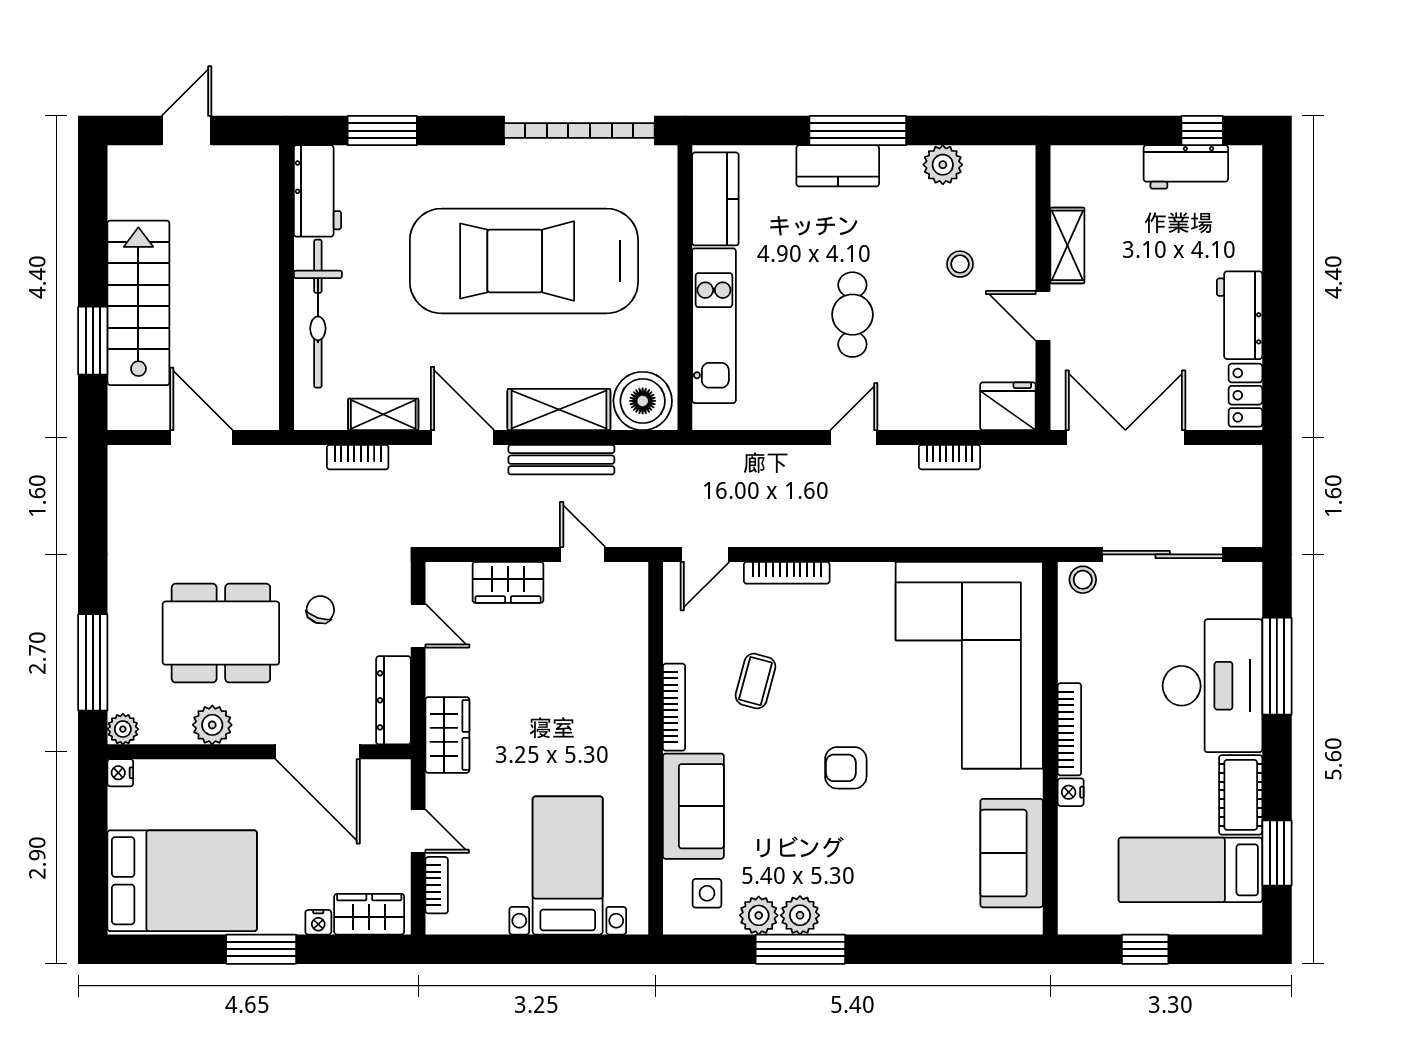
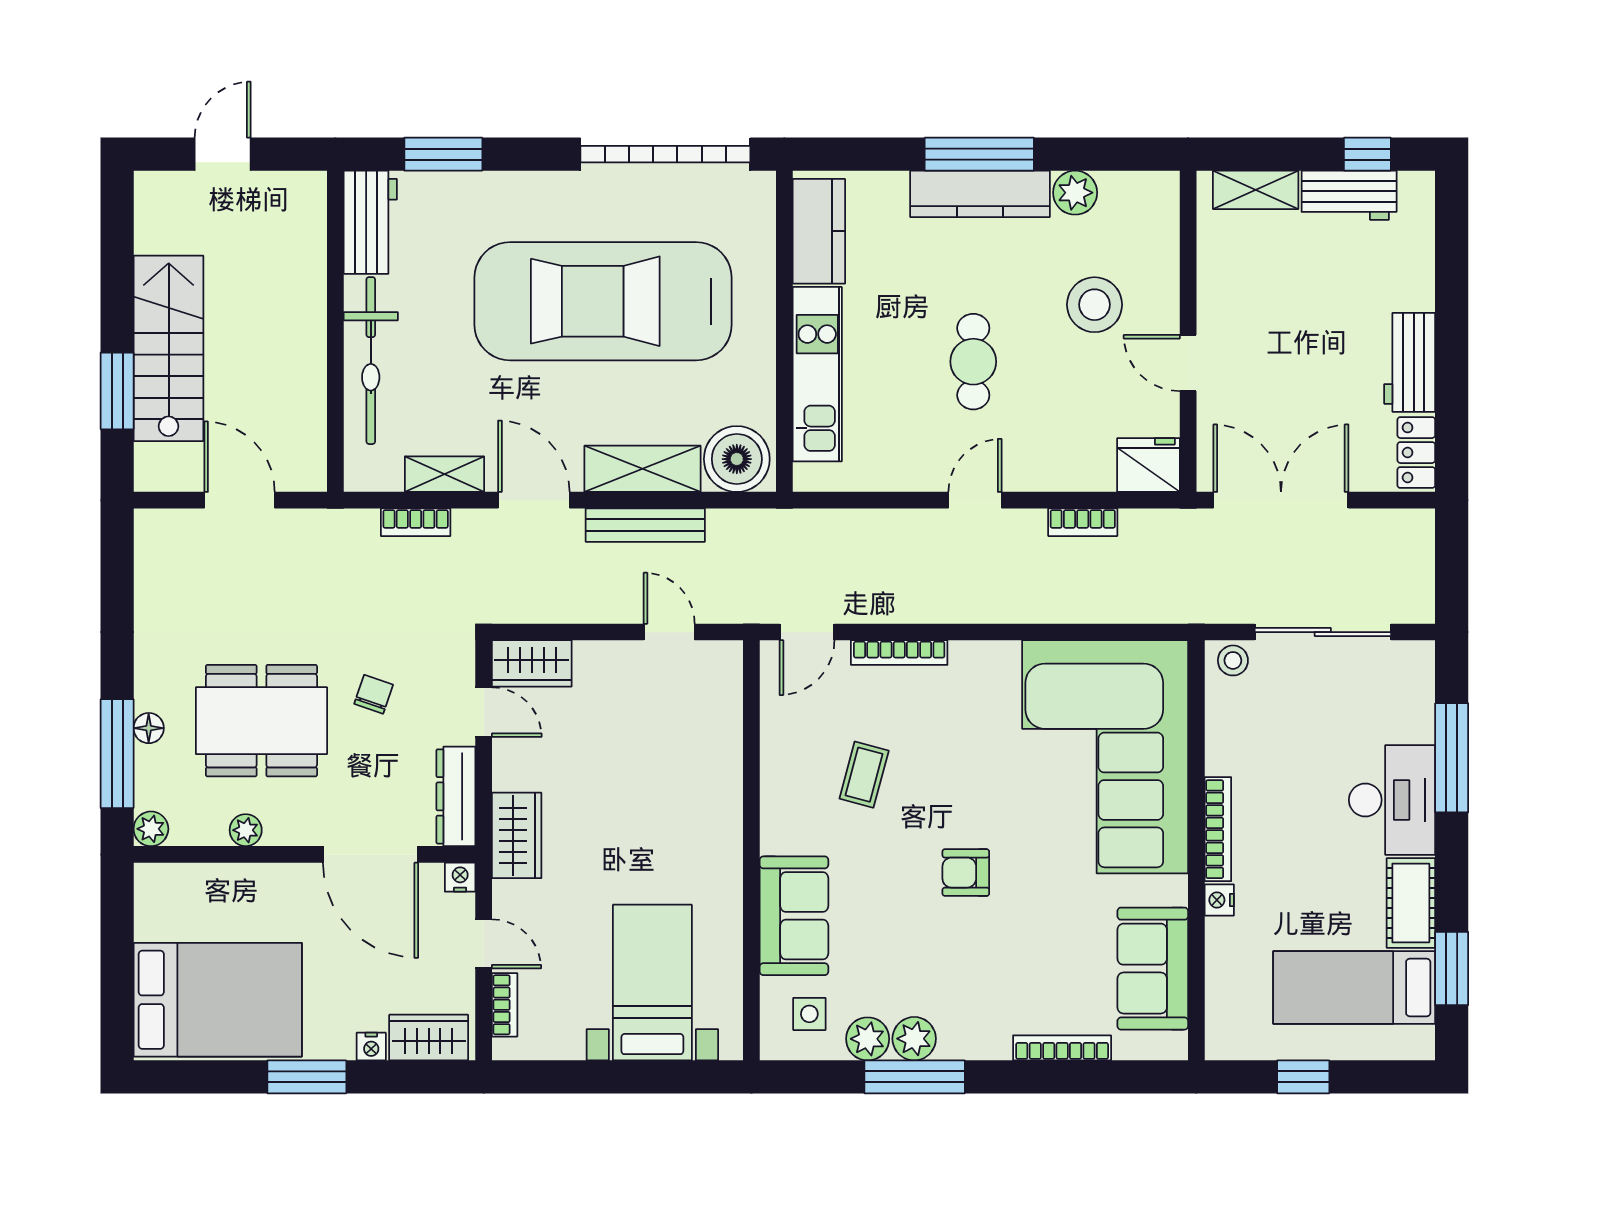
kitchen counter: (838, 166) -> (980, 194), width x1.50
shelving: (1067, 245) -> (1256, 190), moved, turned 90
stool: (960, 264) -> (1095, 305), width x1.89, depth x1.89
wardrobe: (508, 582) -> (532, 663), moved
floor lamp: (121, 640) -> (149, 728), added
desk: (1212, 686) -> (1392, 800), width x0.73, depth x0.77
bookcase: (674, 707) -> (1062, 1048), moved, turned -90
plant: (212, 725) -> (246, 830), width x0.73, depth x0.73
nightstand: (120, 773) -> (460, 877), moved, turned 90

